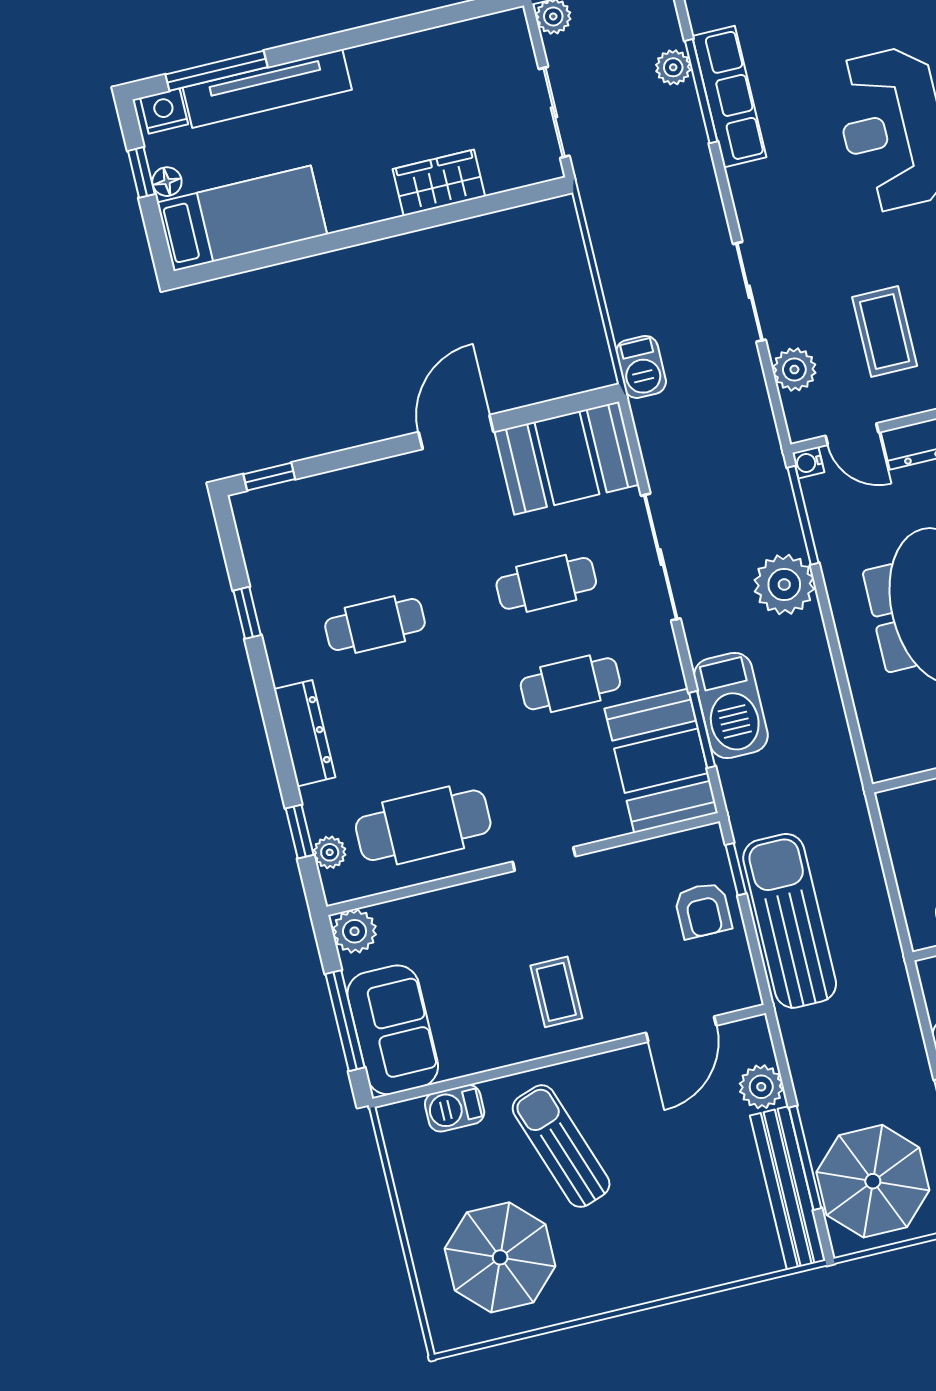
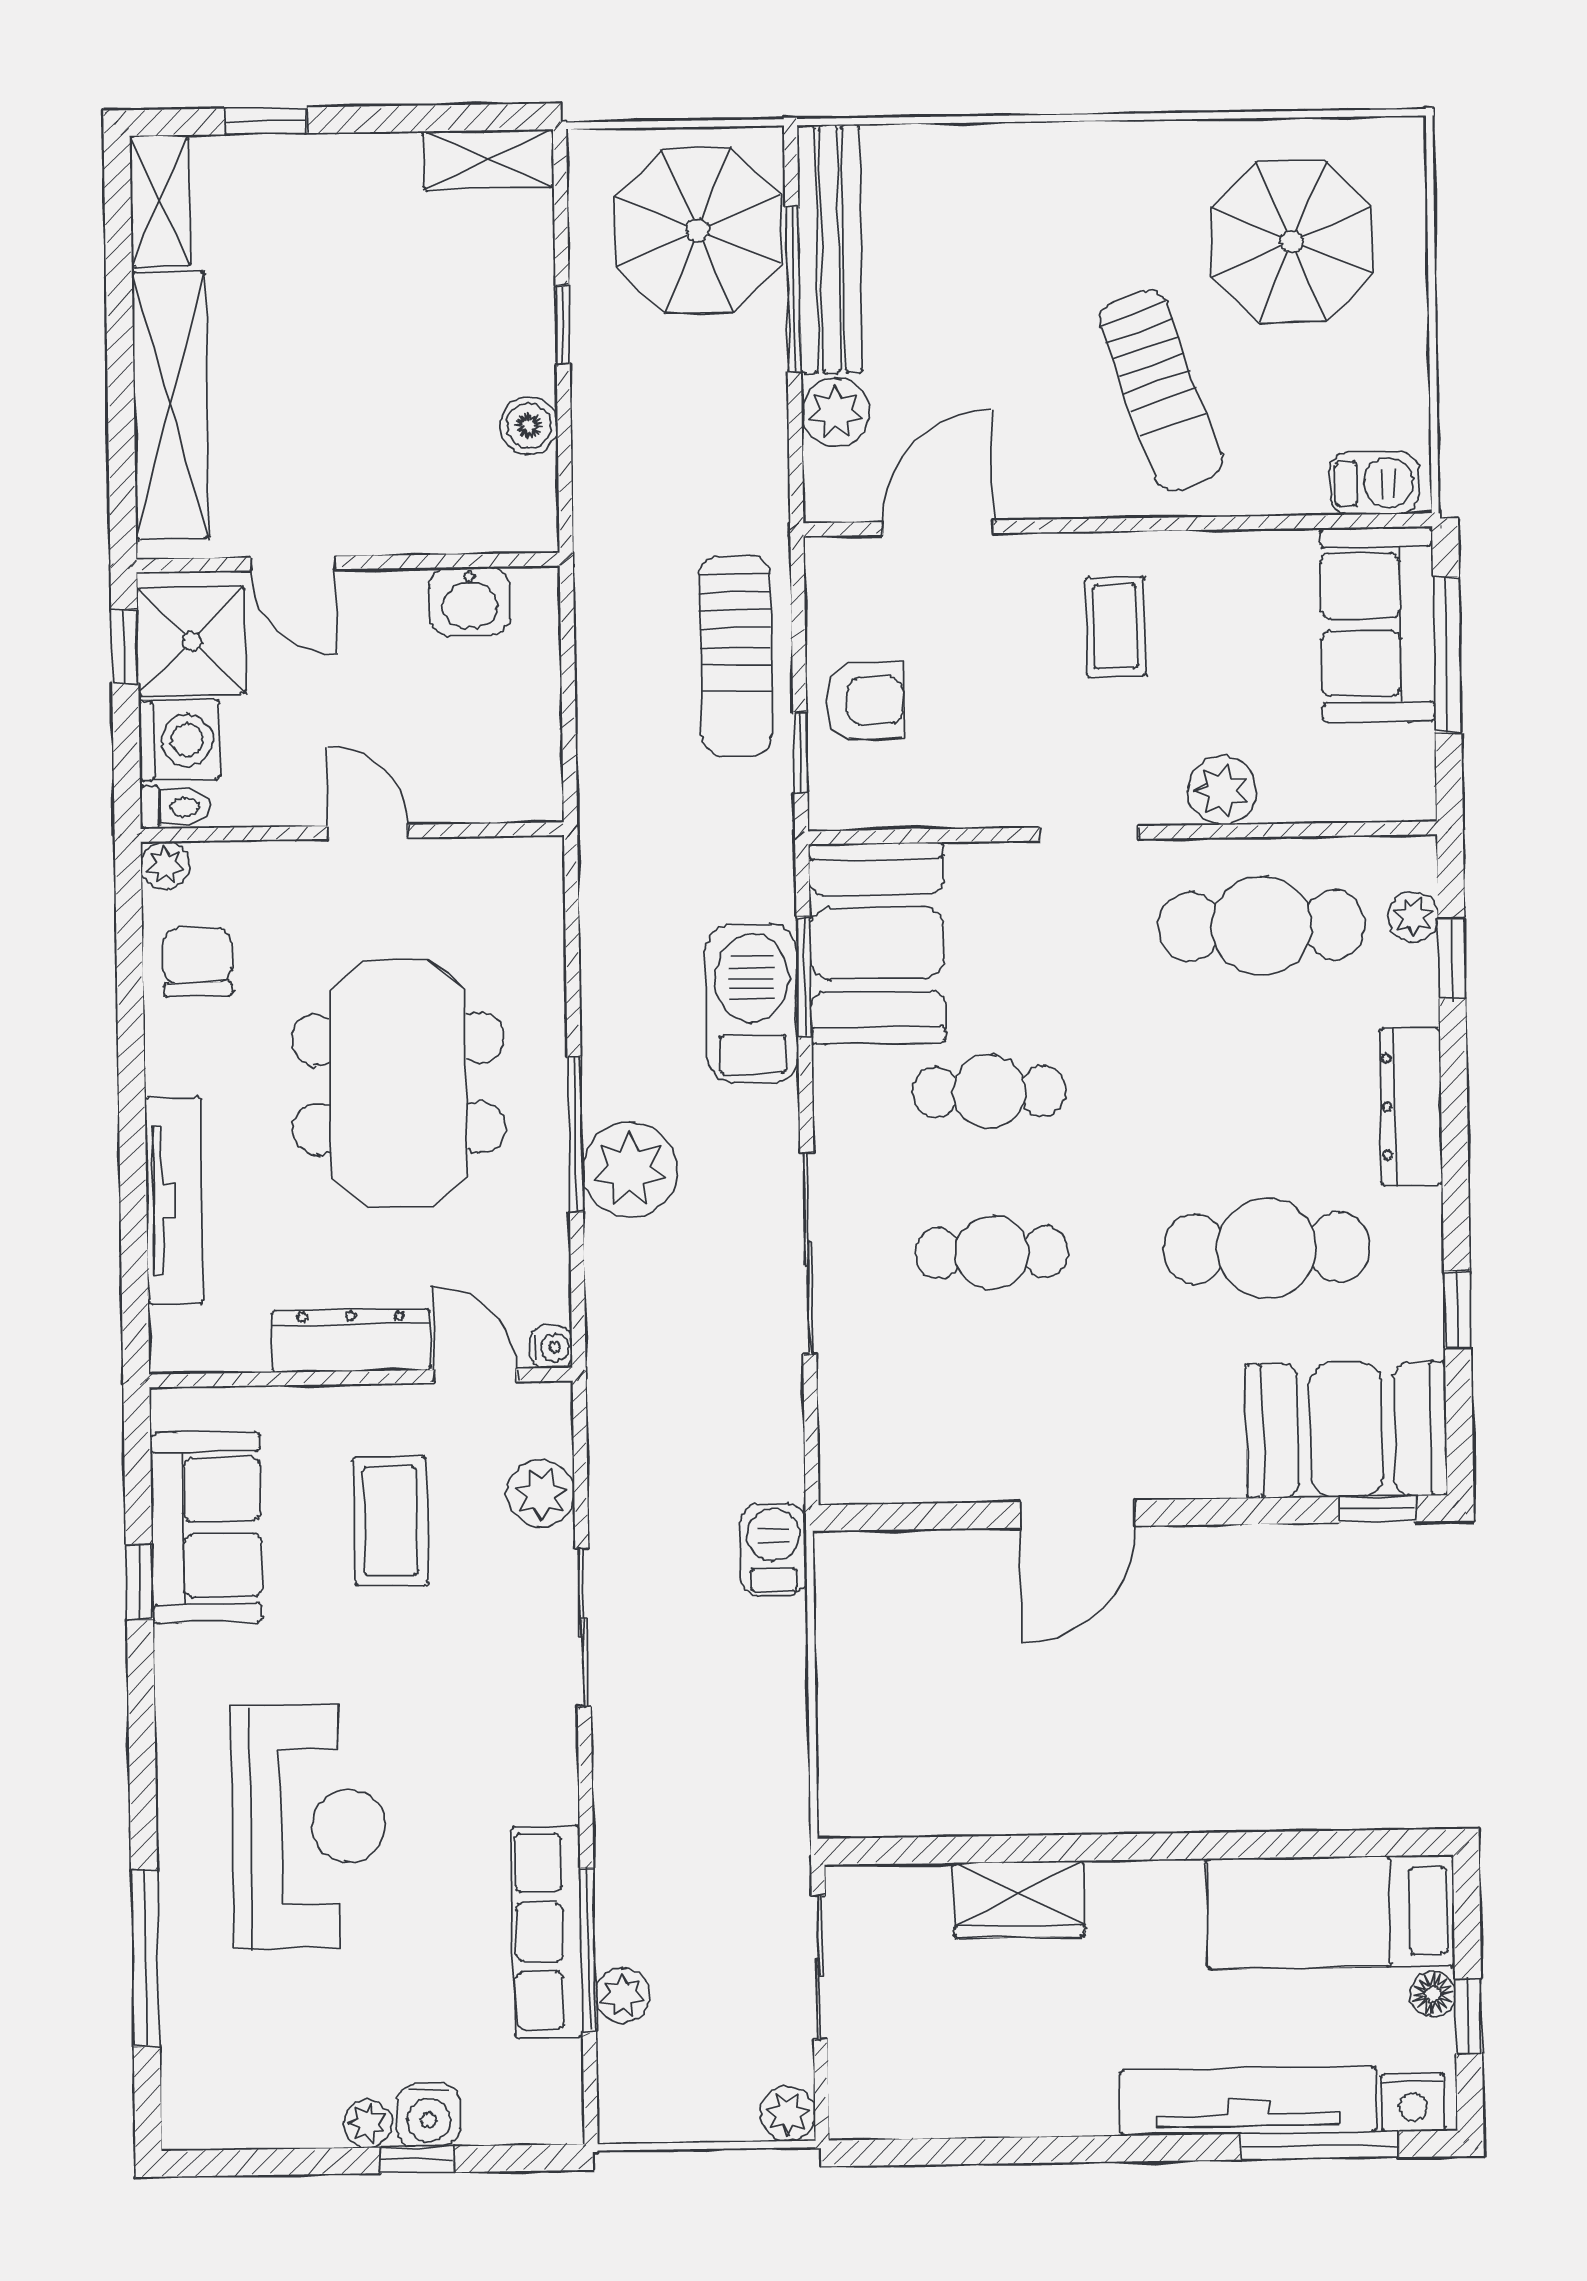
booth: (567, 458) -> (1346, 1430), moved
window: (803, 515) -> (575, 1134), moved
cafe table: (375, 624) -> (1267, 1248), width x1.37, depth x1.35
armchair: (703, 910) -> (864, 701), turned 90
sun lounger: (790, 921) -> (736, 655), width x0.73, depth x0.75
plant: (355, 931) -> (1222, 791), moved
barbecue: (455, 1108) -> (1374, 483), moved

